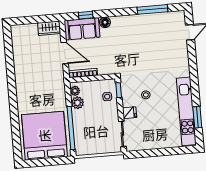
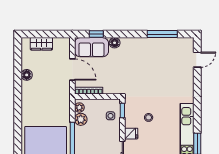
wardrobe: (49, 28) -> (41, 44), moved
floor lamp: (19, 62) -> (27, 75), added

